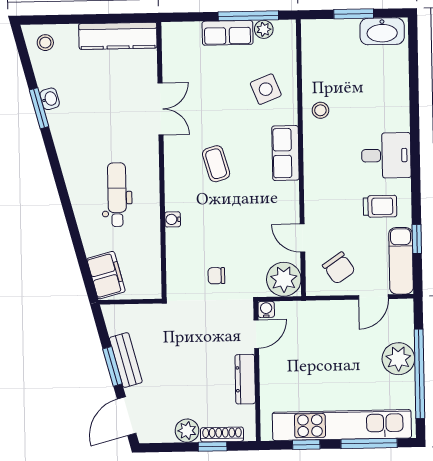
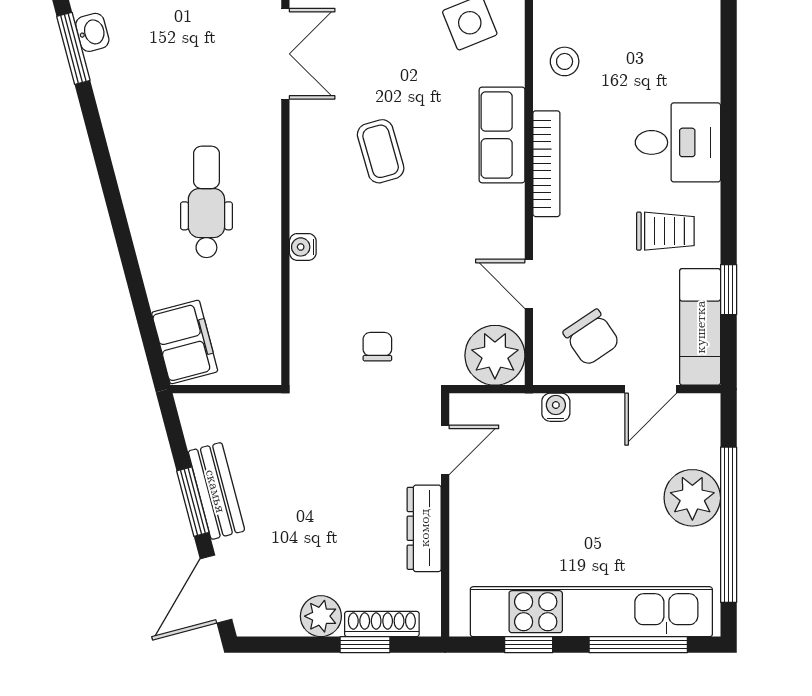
bookcase: (311, 169) -> (546, 164), added
chair: (216, 276) -> (377, 347), turned 90
water cooler: (266, 309) -> (556, 407), moved

